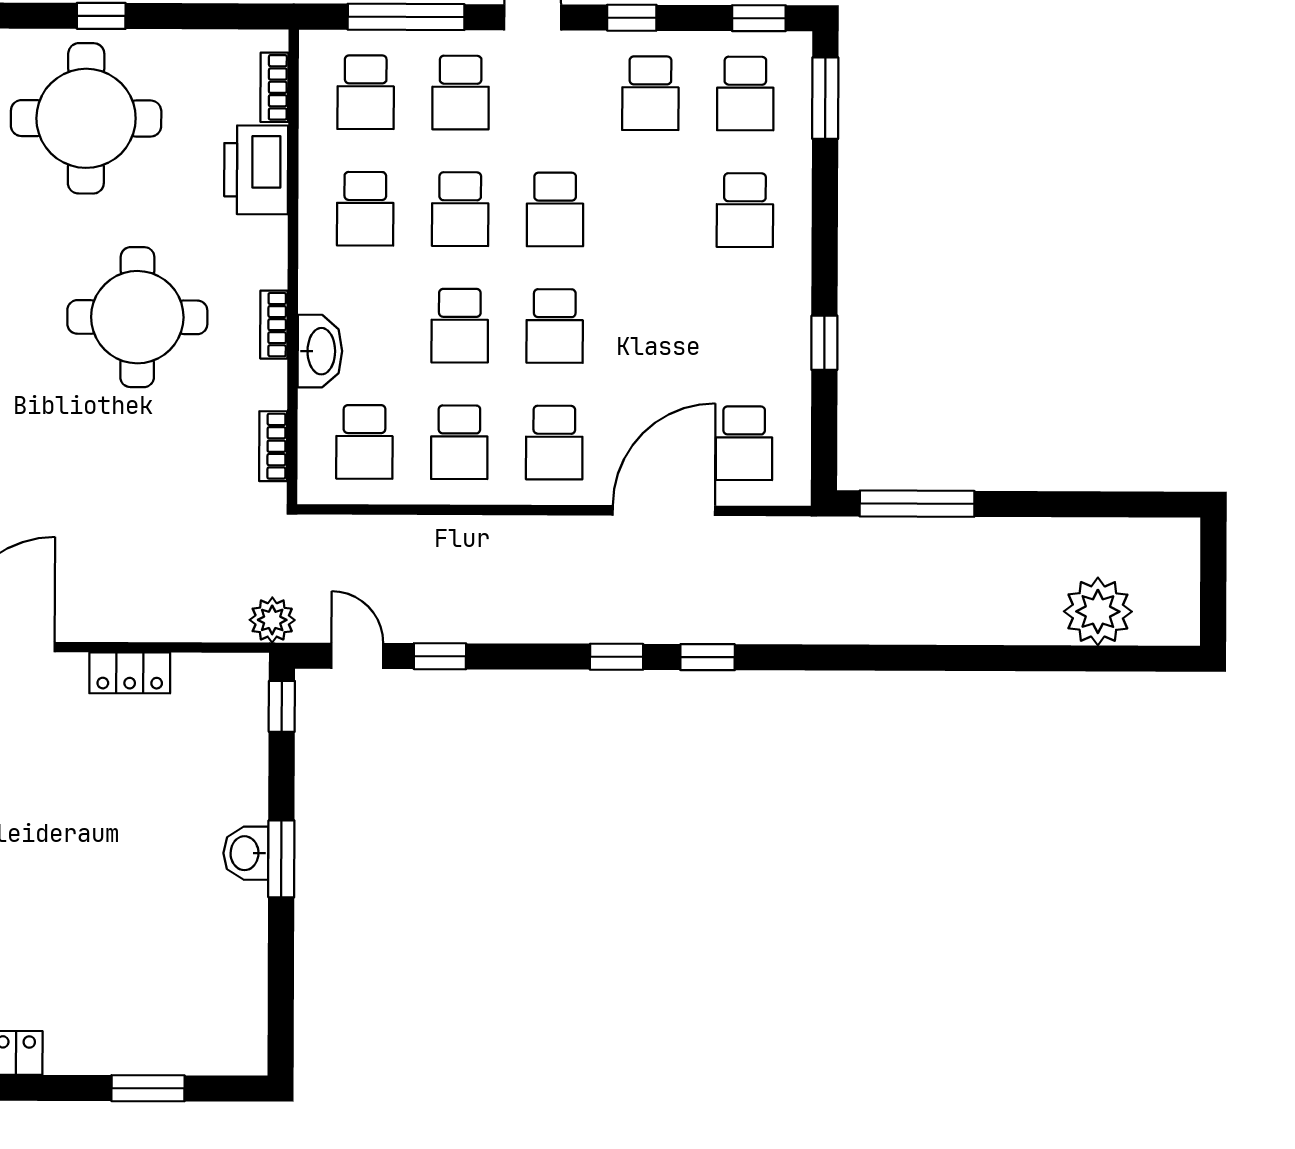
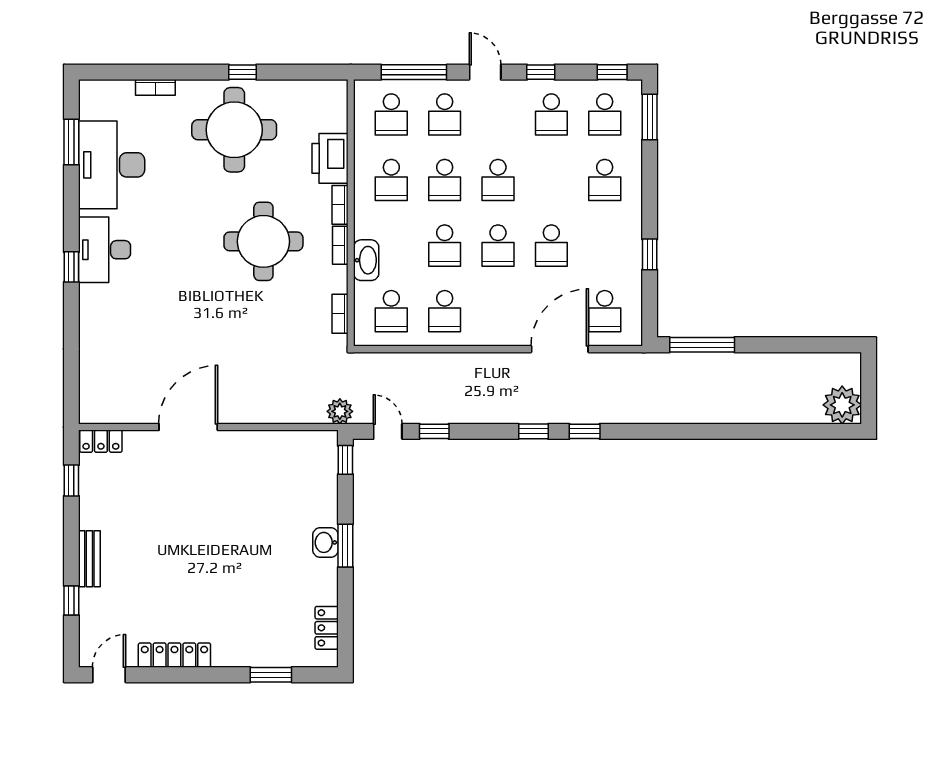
bookcase: (274, 87) -> (340, 205), moved
school desk: (554, 443) -> (551, 246), moved
plant: (1098, 611) -> (842, 405), moved
locker: (130, 673) -> (327, 628), moved, turned 90

